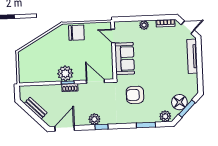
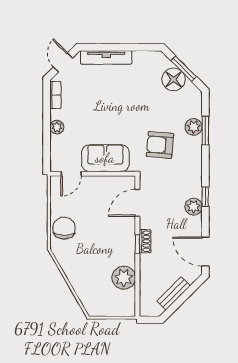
plant: (65, 73) -> (124, 278), moved
armchair: (135, 95) -> (160, 145), turned 95
plant: (165, 116) -> (194, 127), moved

